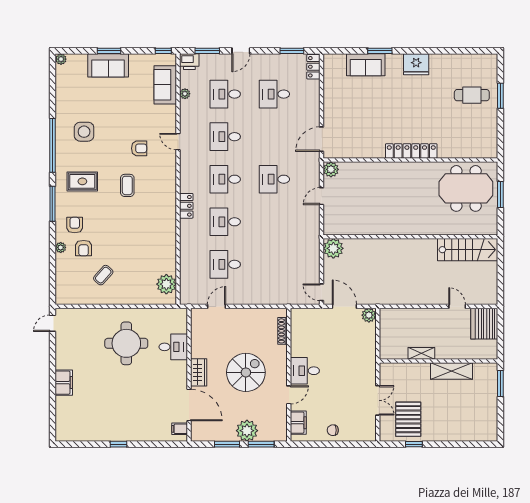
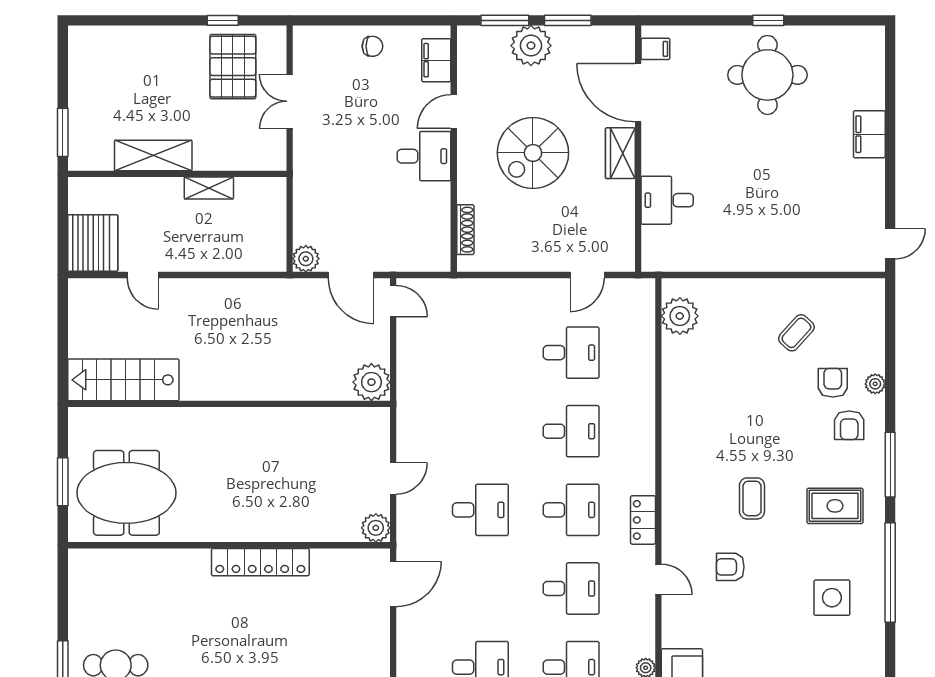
locker: (411, 151) -> (260, 562), moved
locker: (186, 206) -> (643, 520), moved
round table: (126, 343) -> (767, 75), moved

